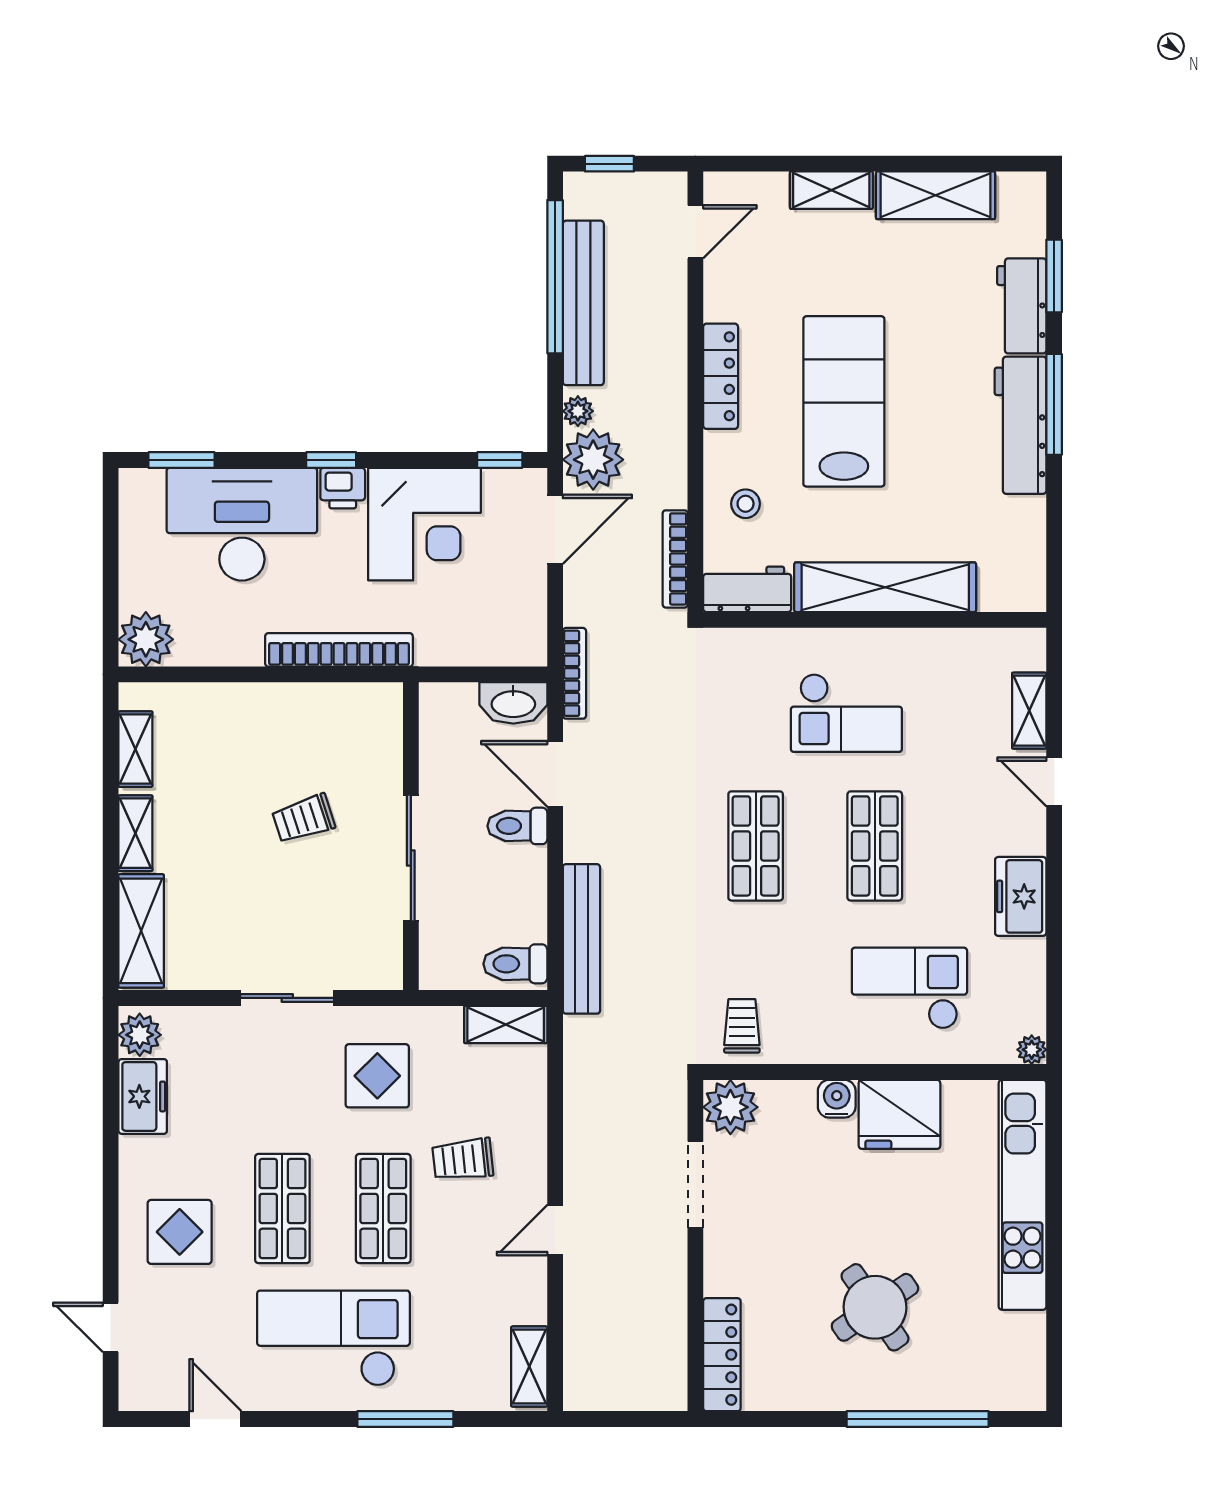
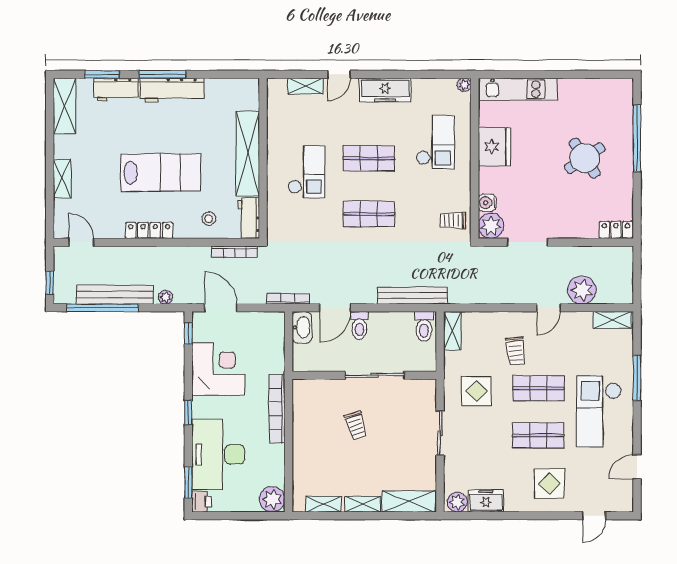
shelving: (935, 195) -> (64, 106), moved
lab bench: (844, 401) -> (161, 173), turned 180
plant: (593, 460) -> (582, 290), moved
printer: (343, 488) -> (201, 501), moved
freezer: (1021, 896) -> (385, 90), width x1.40
checkout: (909, 988) -> (435, 142), turned 180
water cooler: (837, 1099) -> (487, 203), moved
kitchen unit: (1022, 1195) -> (518, 89), width x0.73
door: (555, 1230) -> (549, 308), hinge flipped
locker: (722, 1355) -> (616, 230), width x0.66

